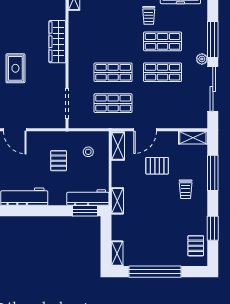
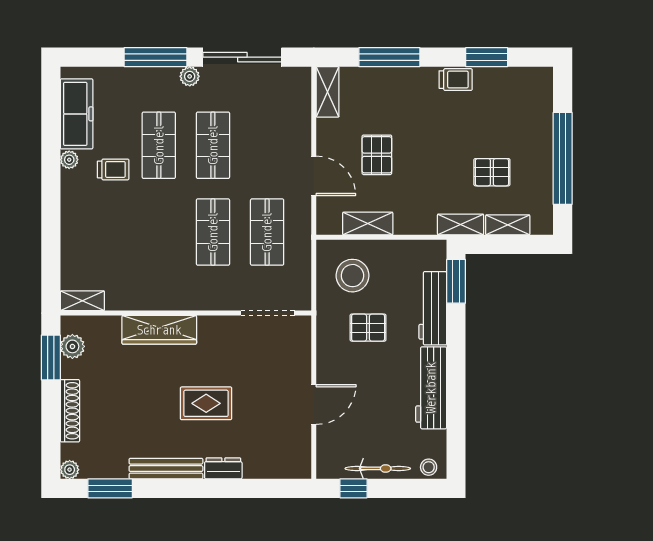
shelving: (118, 146) -> (368, 224), moved
stool: (88, 152) -> (352, 276), width x1.89, depth x1.89
trolley: (186, 189) -> (456, 80), moved
workbench: (88, 198) -> (433, 308), moved
shelving: (117, 201) -> (461, 224), moved
pallet: (196, 246) -> (492, 172), moved
shelving: (117, 254) -> (508, 225), moved

